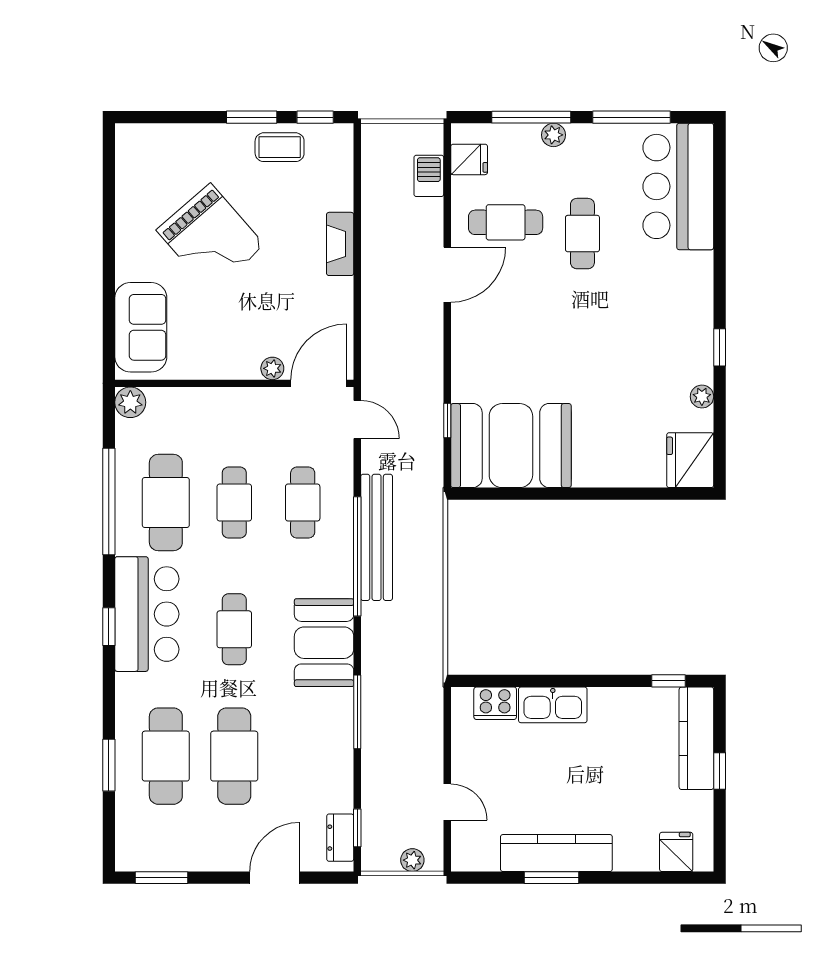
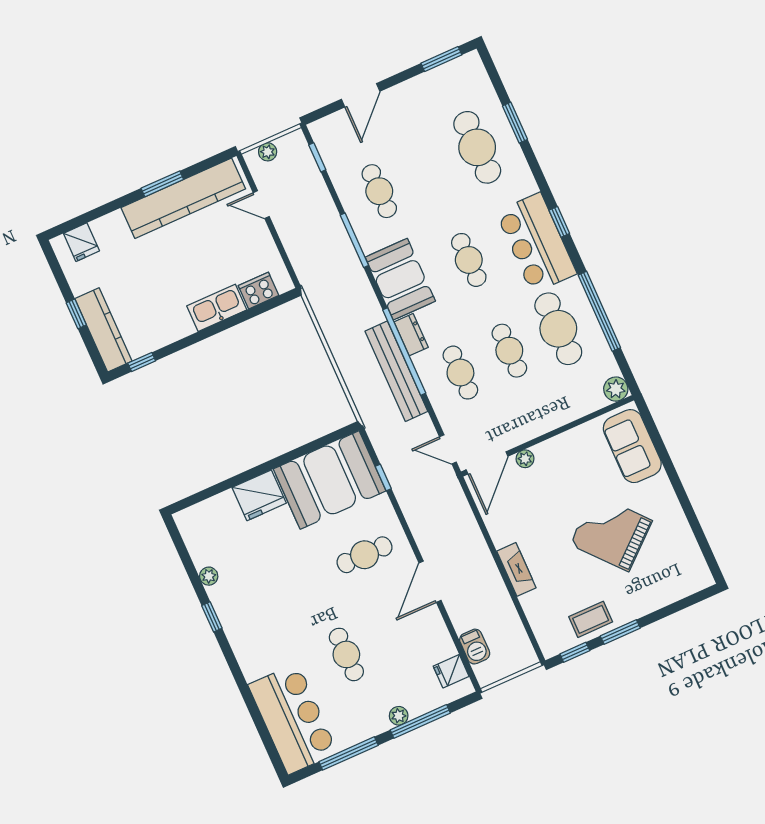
cafe table: (506, 222) -> (364, 555), moved
fridge: (690, 460) -> (259, 495), moved, turned 90
cafe table: (234, 756) -> (379, 191), moved, width x0.73, depth x0.74
dresser: (340, 838) -> (411, 335), moved
kitchen counter: (556, 853) -> (183, 198), width x1.39, depth x1.17

